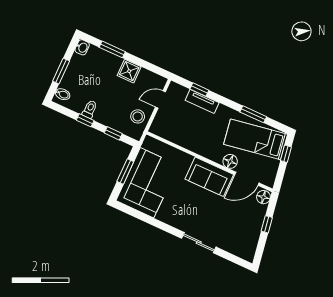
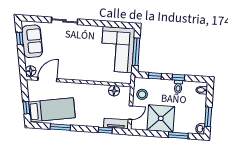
window: (61, 71) -> (208, 117), moved
shower: (129, 71) -> (161, 118), width x1.86, depth x1.86
tv unit: (202, 101) -> (116, 124), moved
floor lamp: (230, 161) -> (114, 91), moved
window: (125, 172) -> (136, 52), width x1.44
sofa: (209, 177) -> (32, 41), moved, turned 81
window: (267, 224) -> (20, 38), moved

